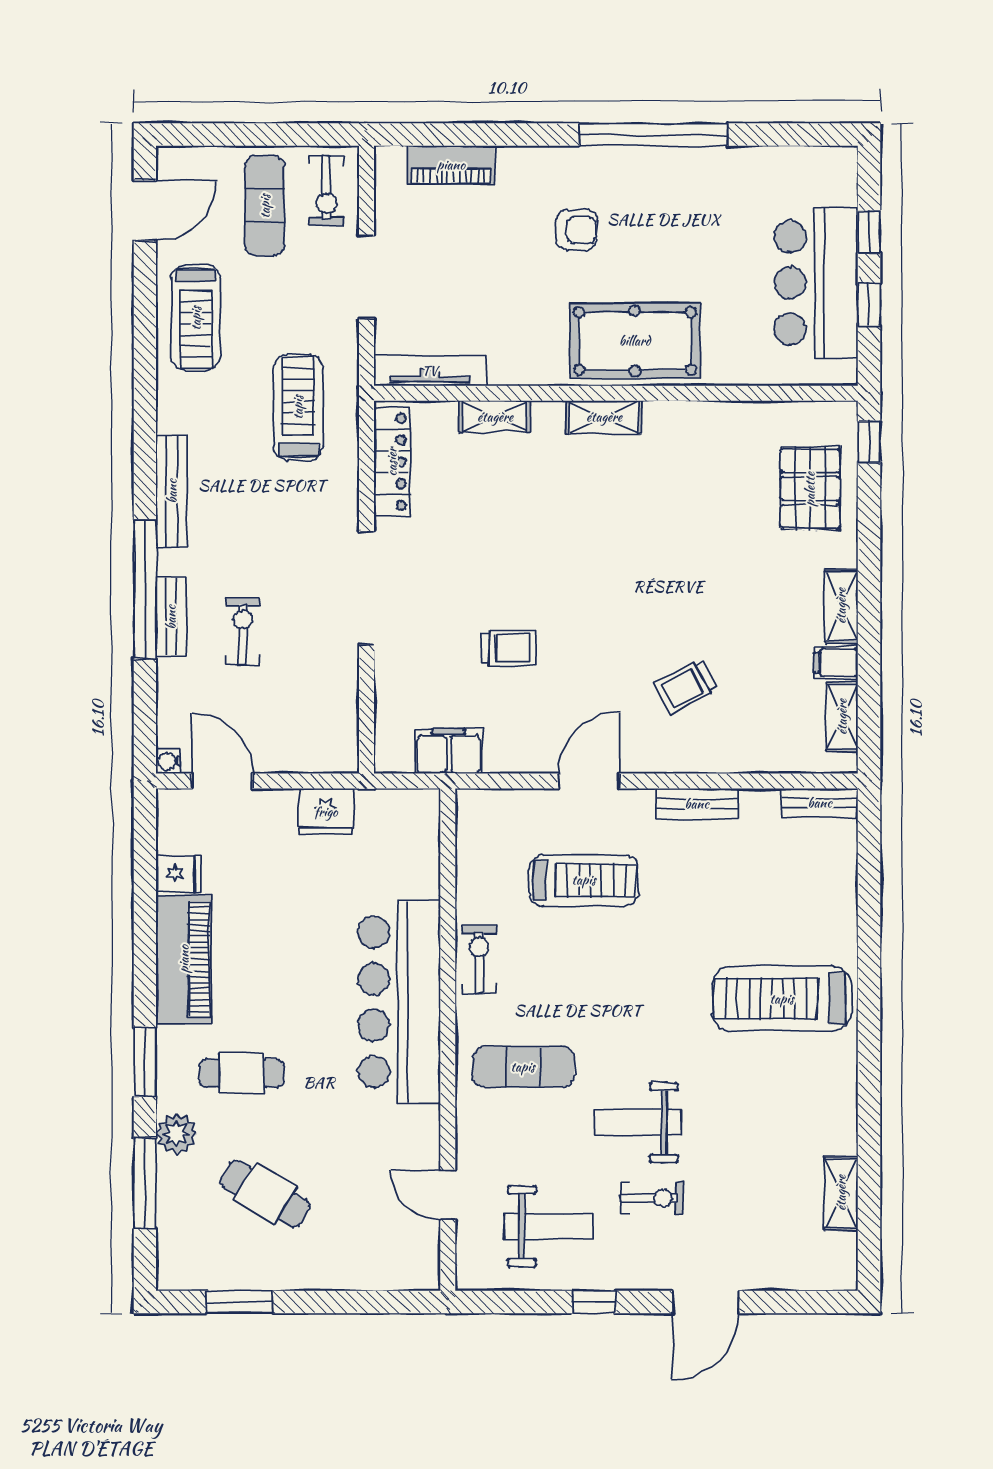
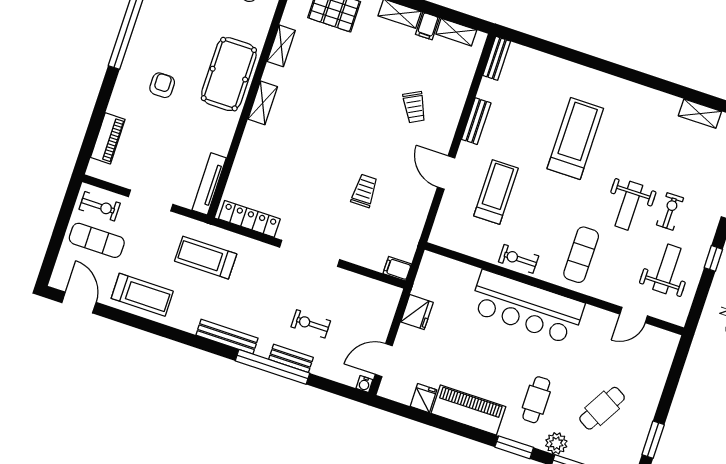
shelving: (495, 417) -> (281, 46), moved
filing cabinet: (448, 751) -> (397, 269), moved, width x0.50
treadmill: (782, 999) -> (575, 139), moved, turned 180

